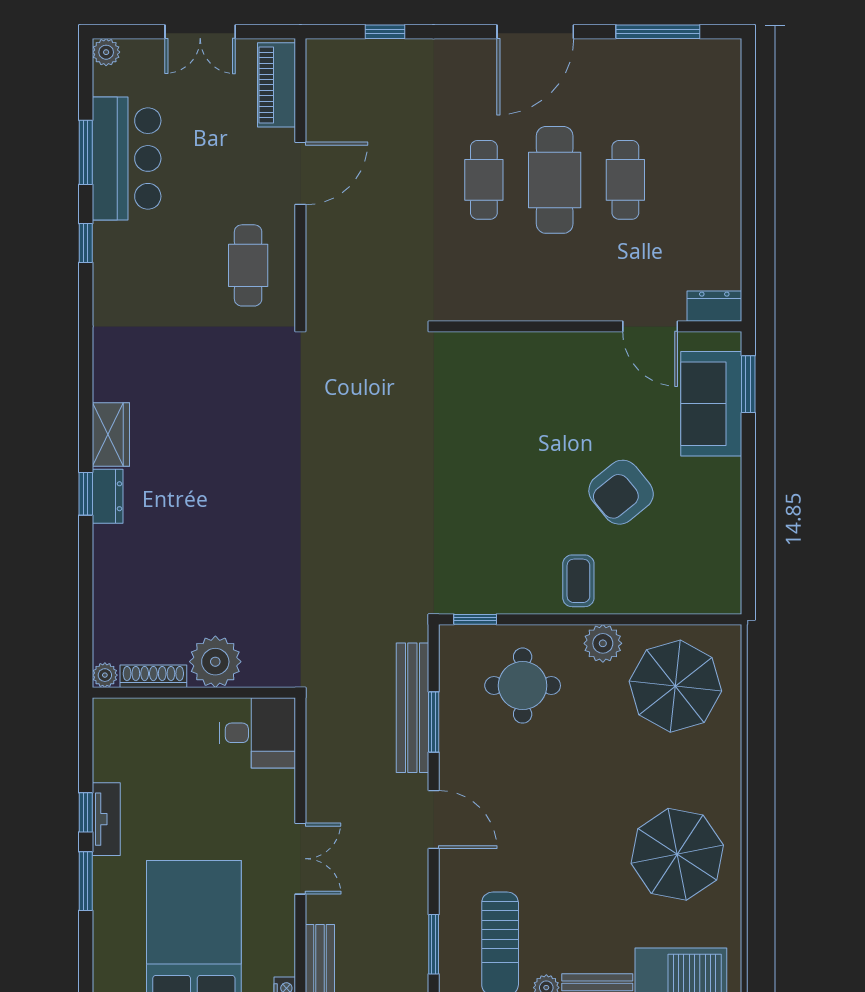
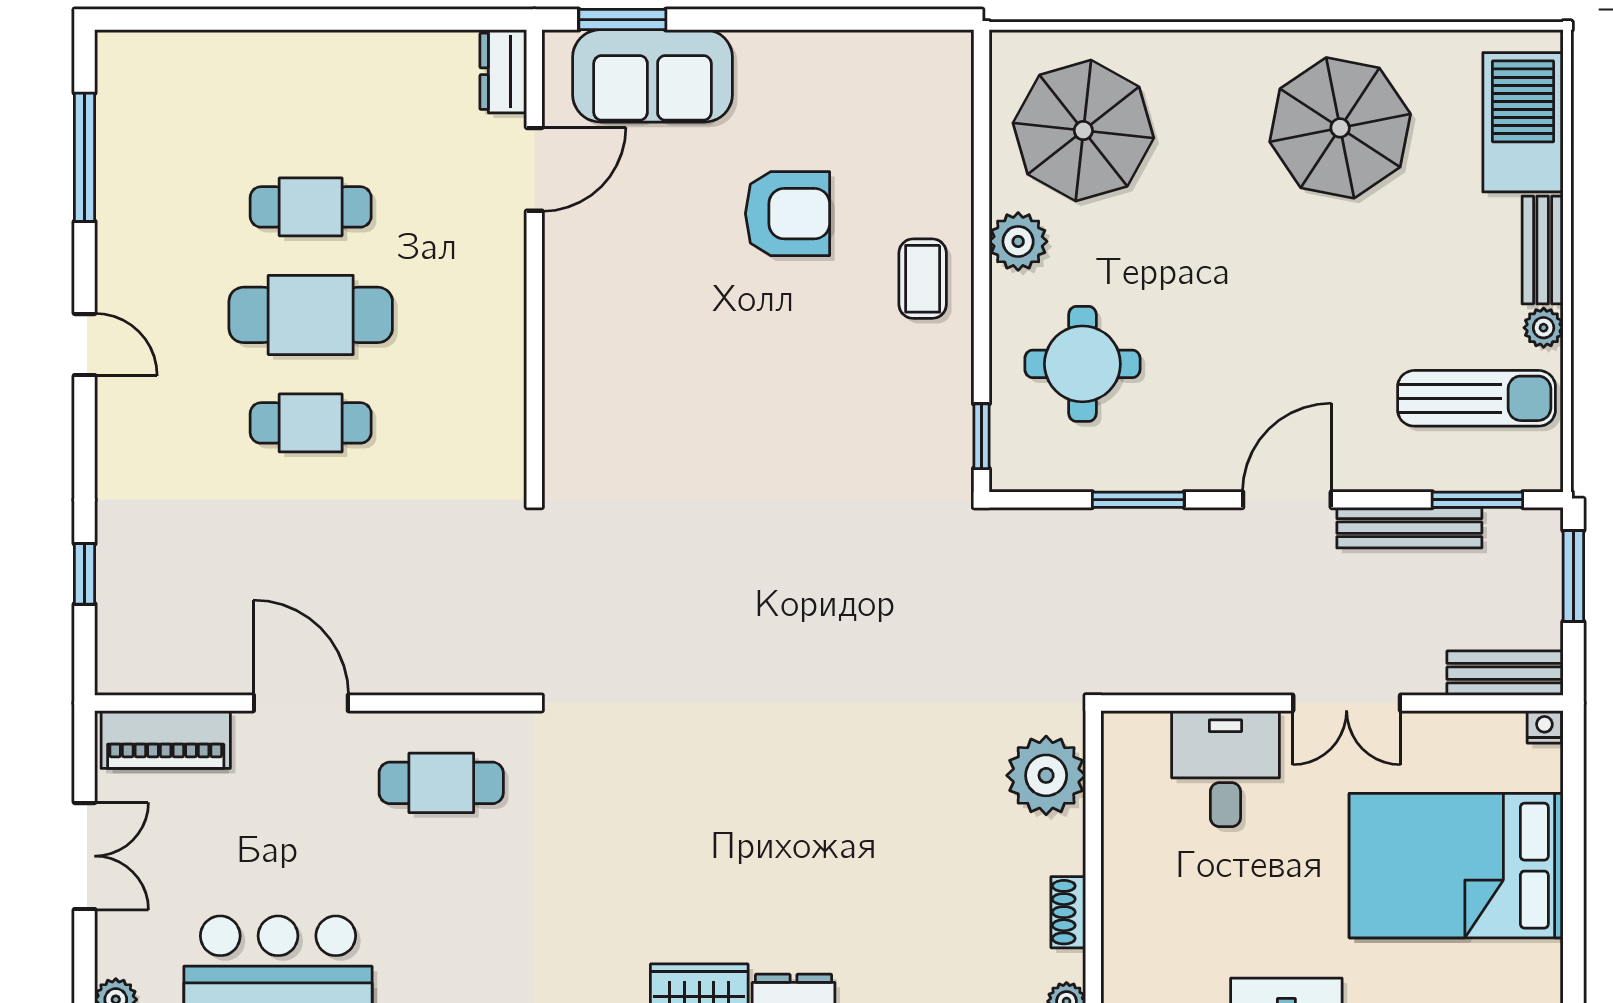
door: (535, 32) -> (85, 345), width x0.53
armchair: (621, 492) -> (787, 214), turned -51
coffee table: (578, 581) -> (923, 279), turned 90
plant: (215, 662) -> (1046, 775), moved
shoe rack: (153, 676) -> (1068, 912), width x0.70
bench: (412, 708) -> (1409, 528), moved, width x0.73, depth x0.82
desk: (257, 733) -> (1225, 769), moved
double door: (300, 859) -> (1347, 703), swing flipped

